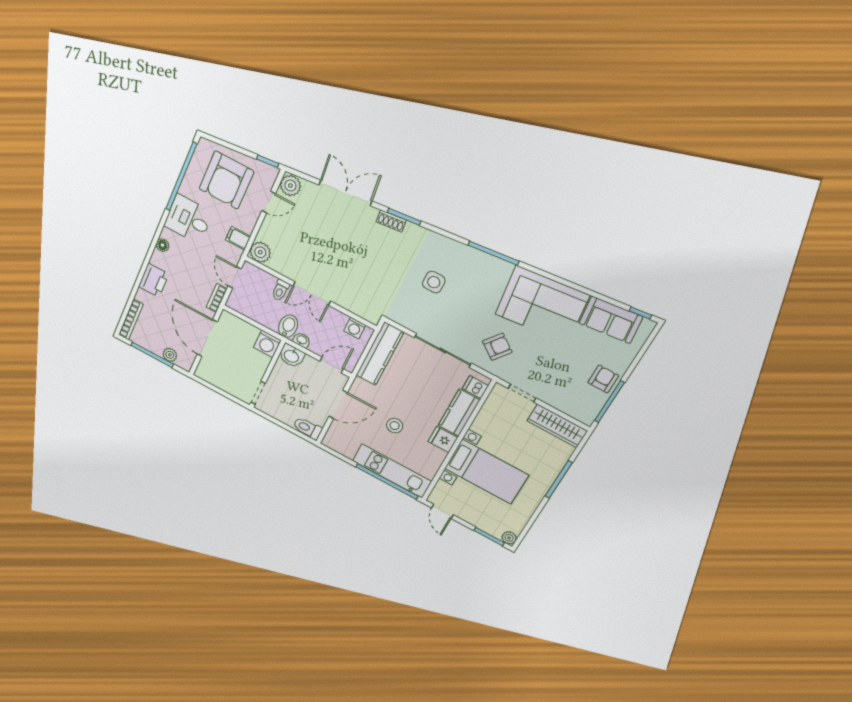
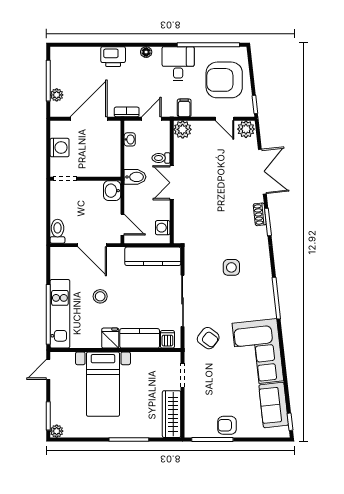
bookcase: (131, 320) -> (69, 51), removed
washbasin: (302, 340) -> (130, 139), moved
washing machine: (267, 344) -> (60, 148), moved, turned 180
armchair: (603, 379) -> (227, 425), turned 180

